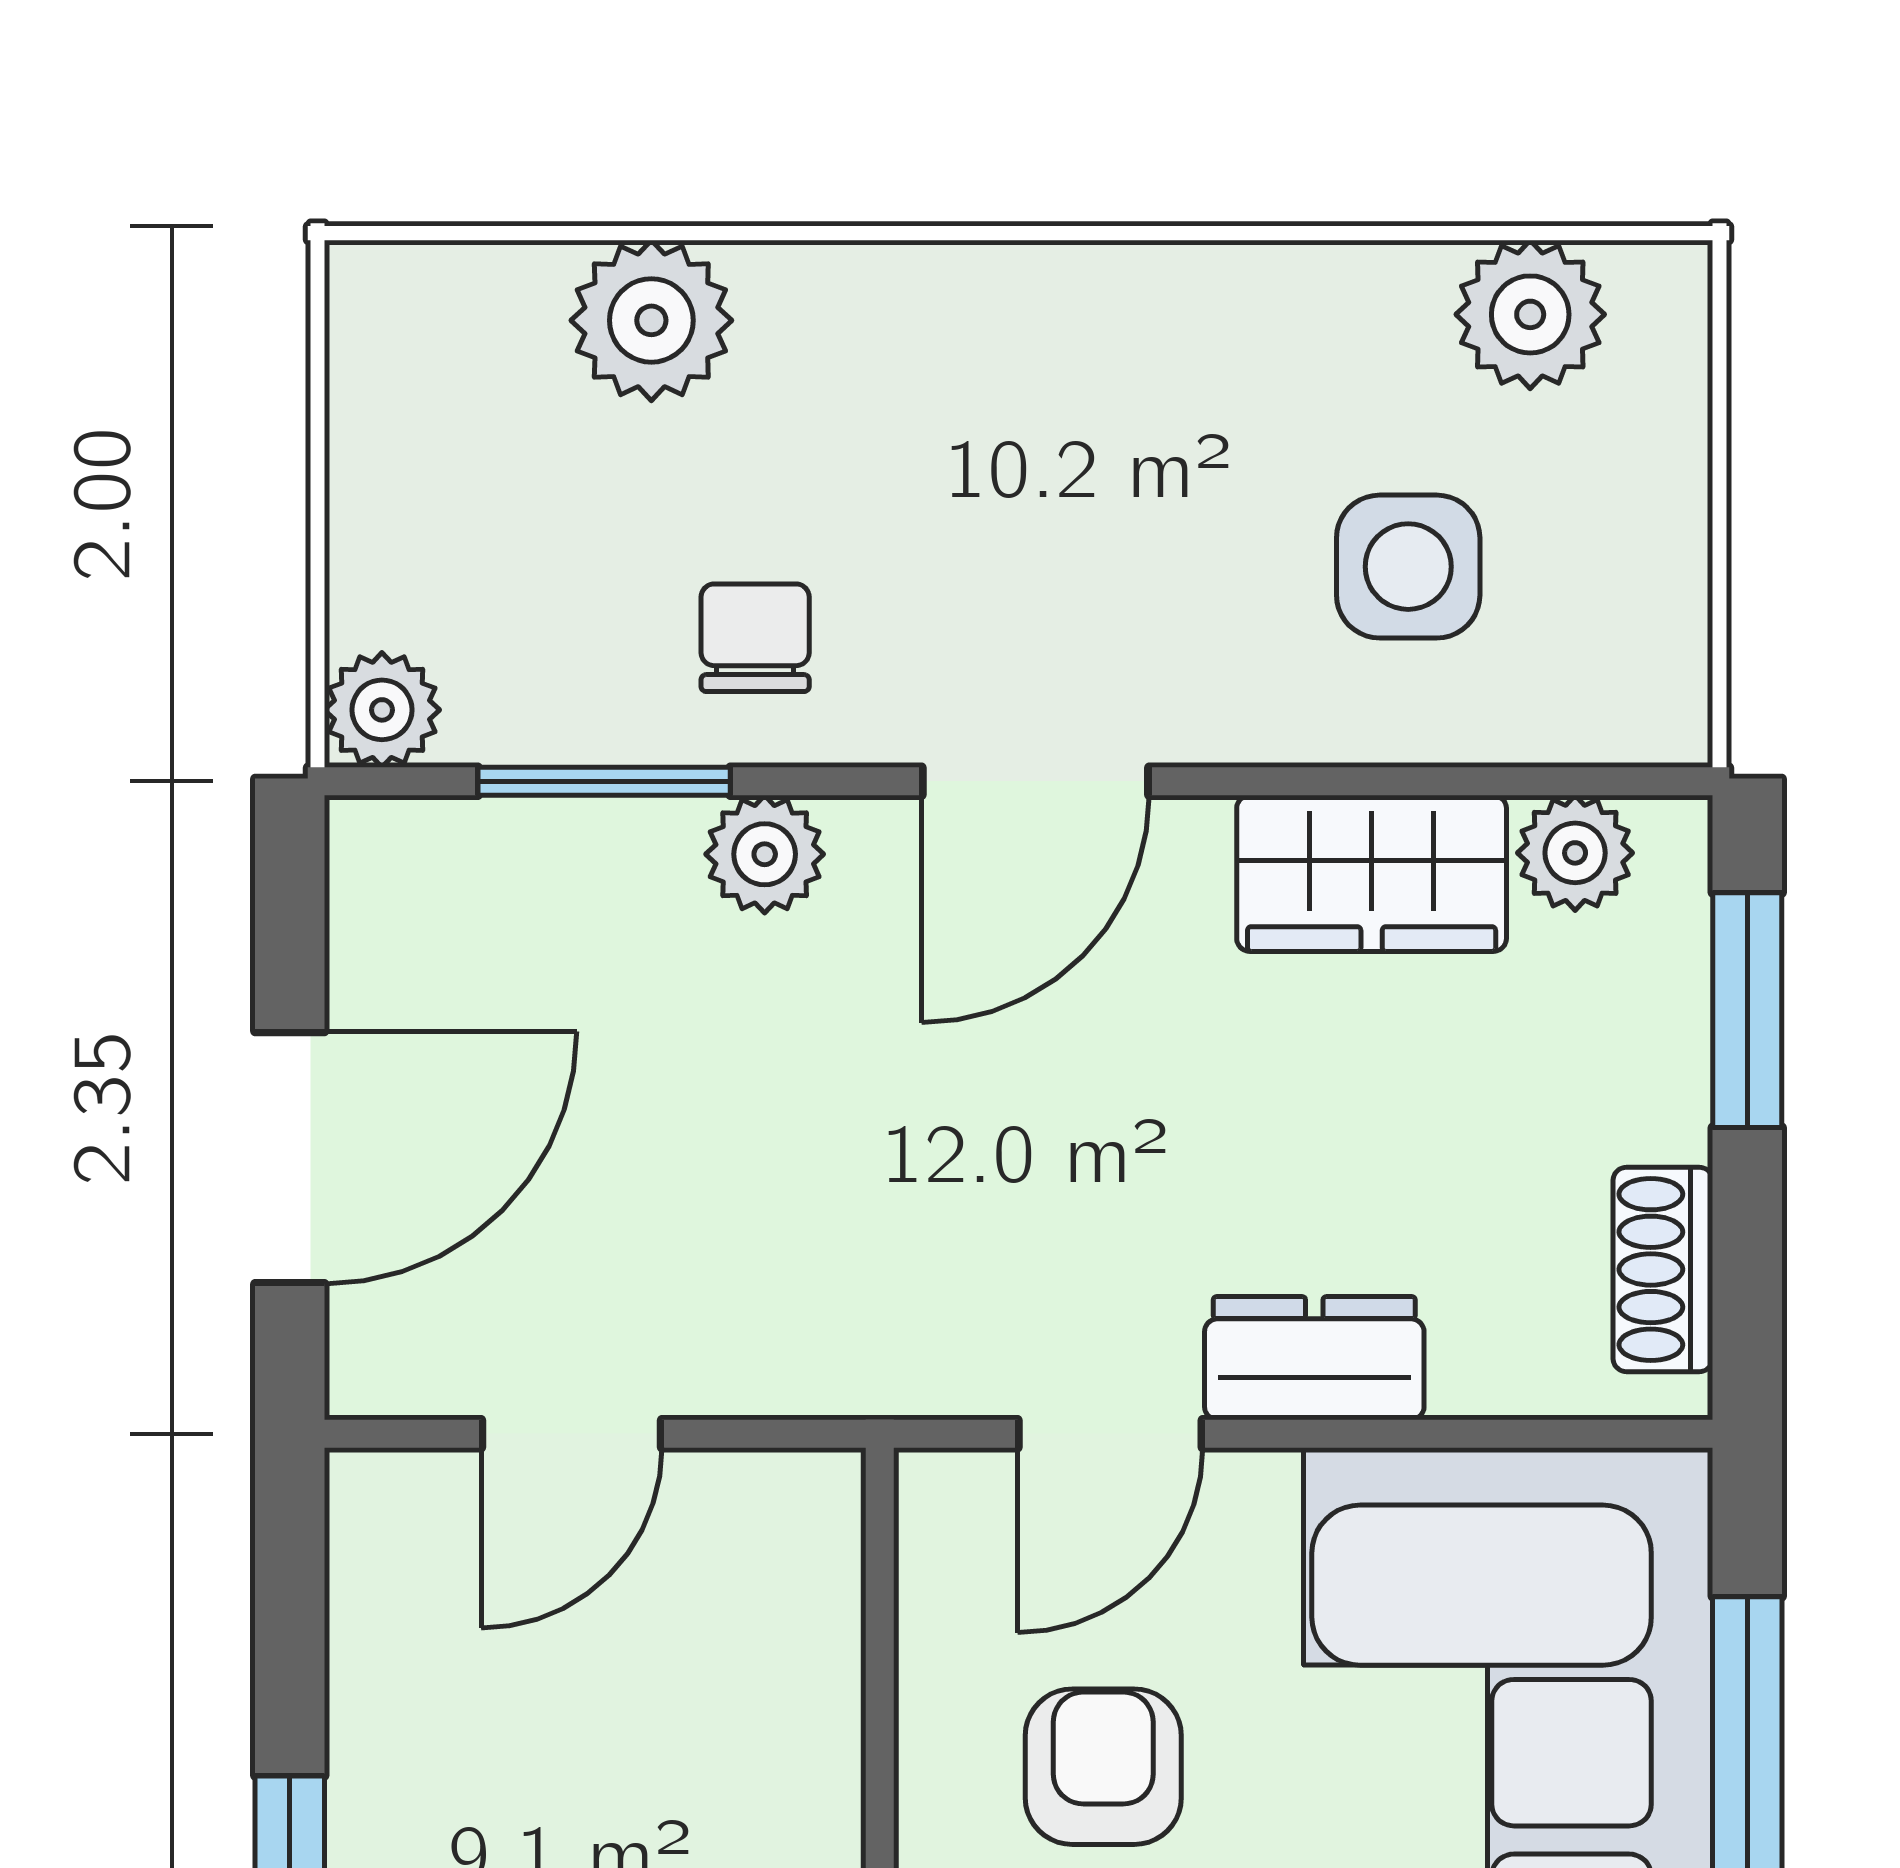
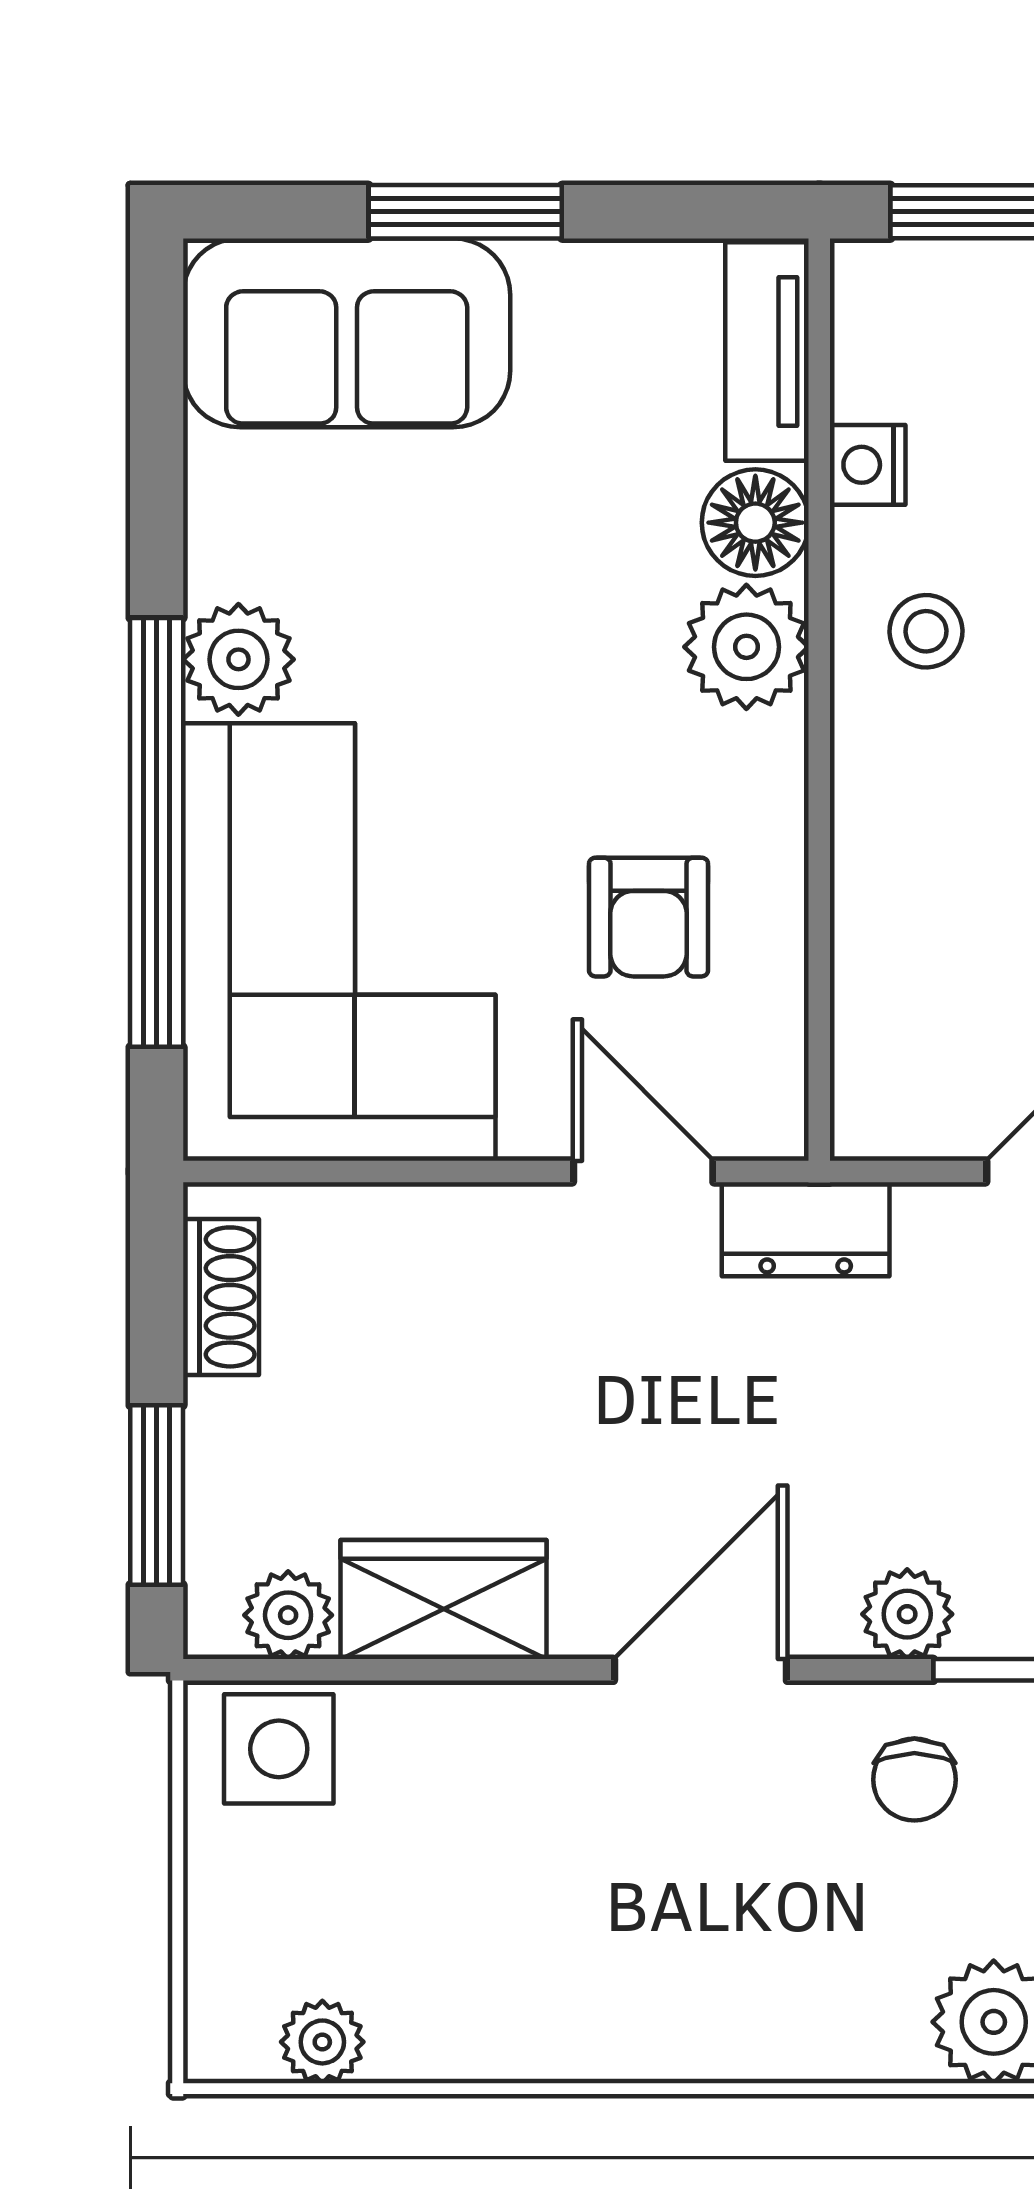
plant: (1530, 314) -> (322, 2042), width x0.73, depth x0.73
side table: (1408, 567) -> (279, 1749), moved
dresser: (1314, 1358) -> (806, 1229), moved
door: (1110, 1434) -> (643, 1171), hinge flipped

